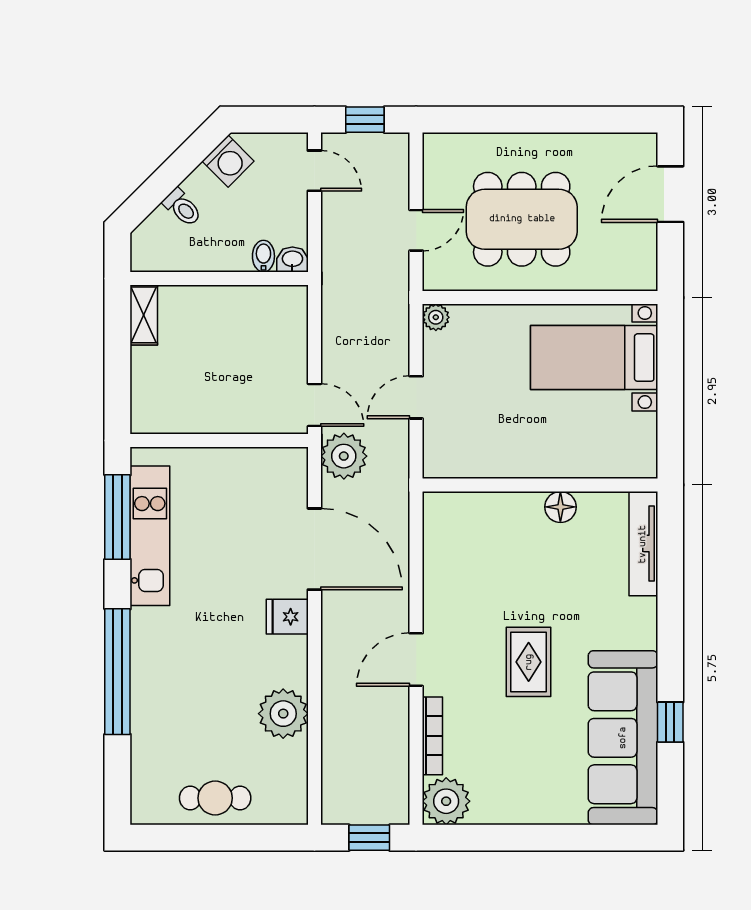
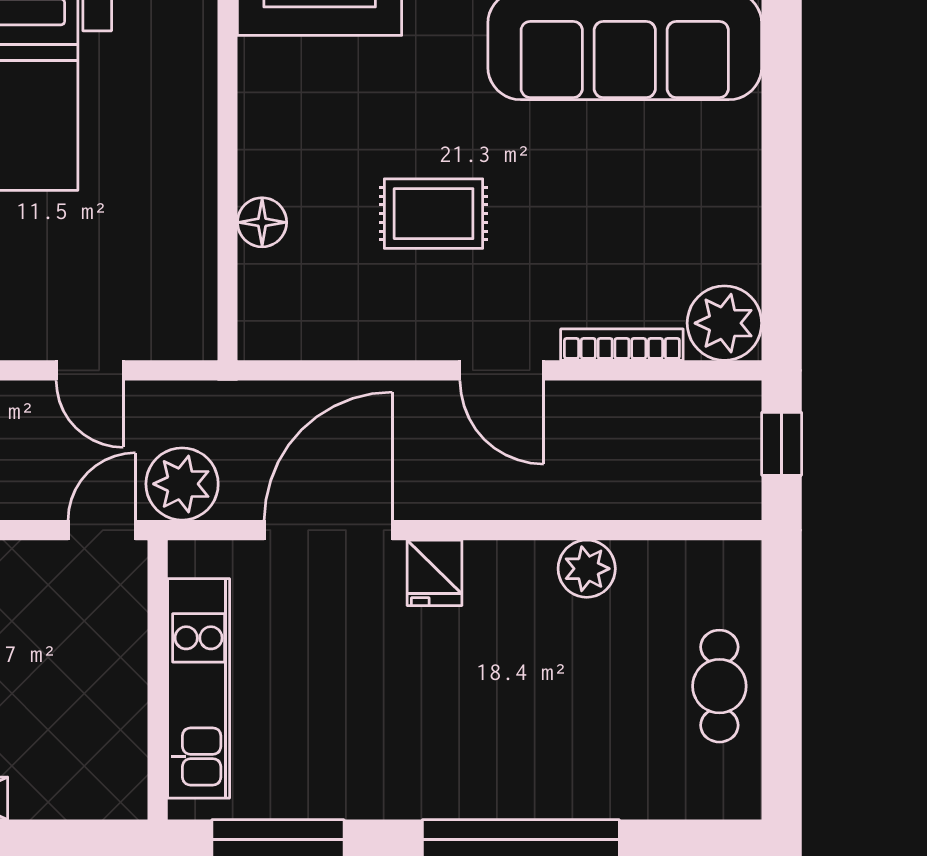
floor lamp: (560, 507) -> (262, 222), moved
kitchen unit: (150, 536) -> (199, 688), moved, turned 90
rug: (529, 662) -> (434, 214), moved
plant: (283, 714) -> (587, 569), width x0.73, depth x0.73

